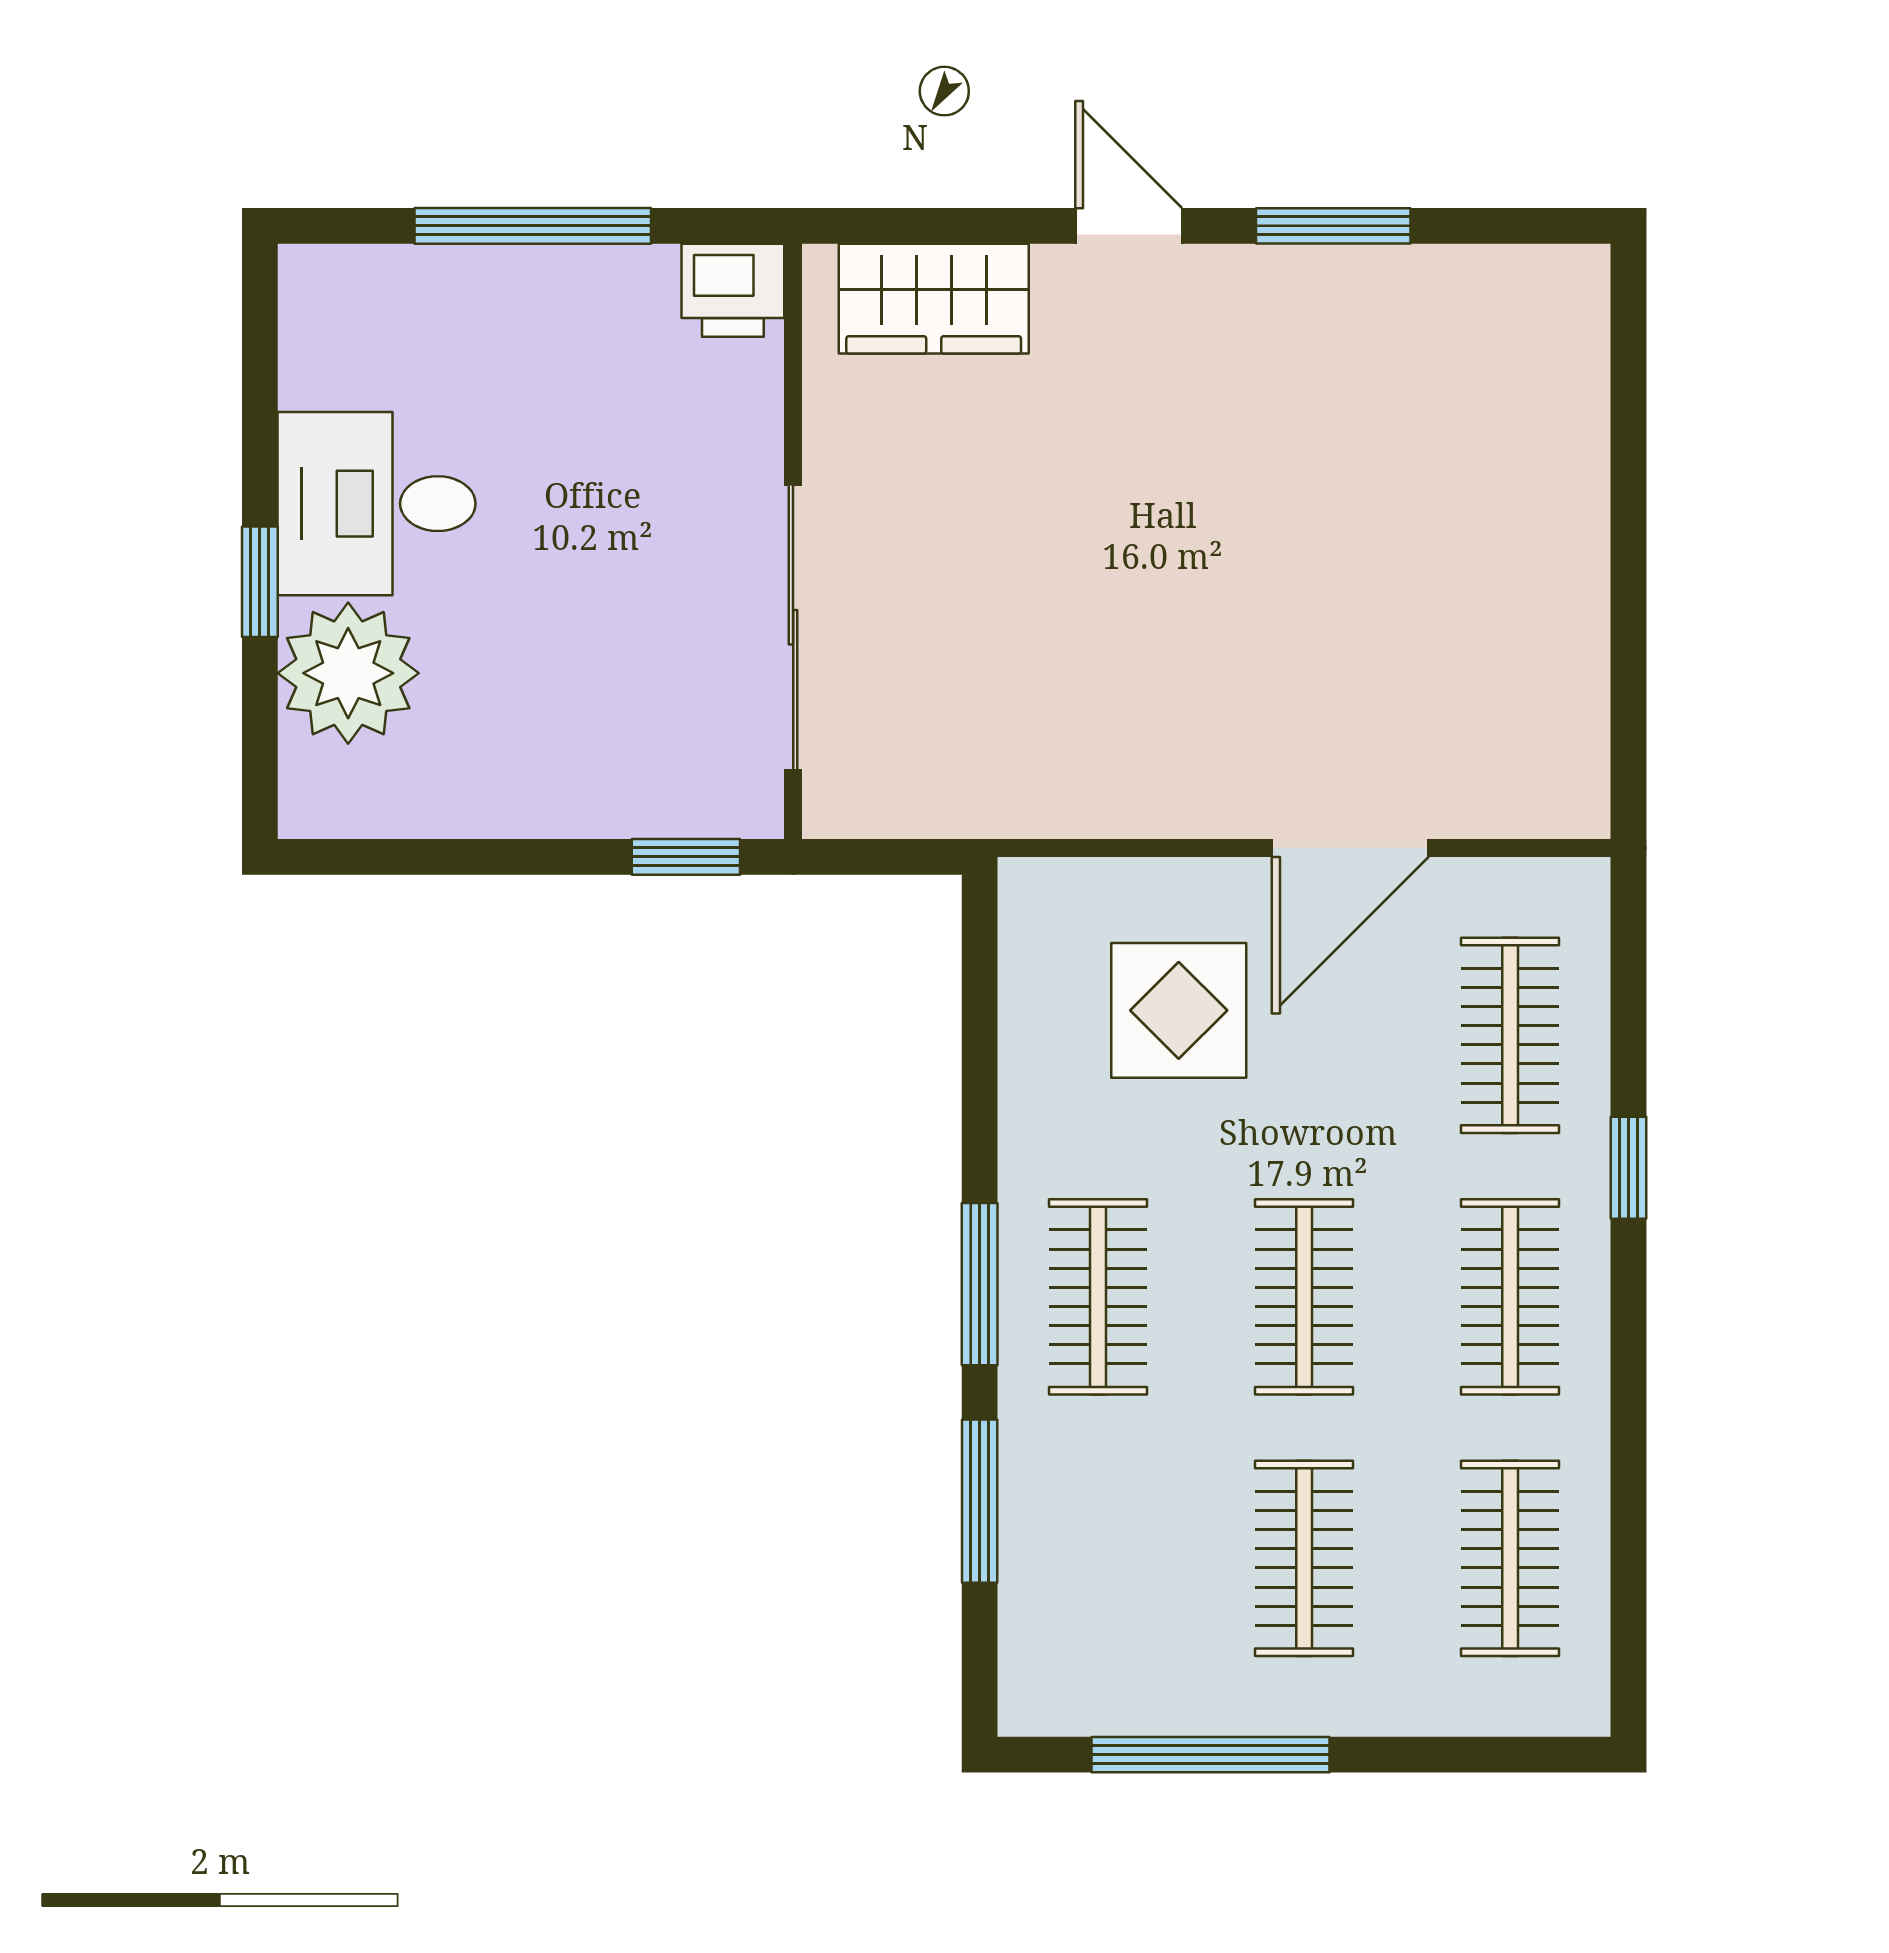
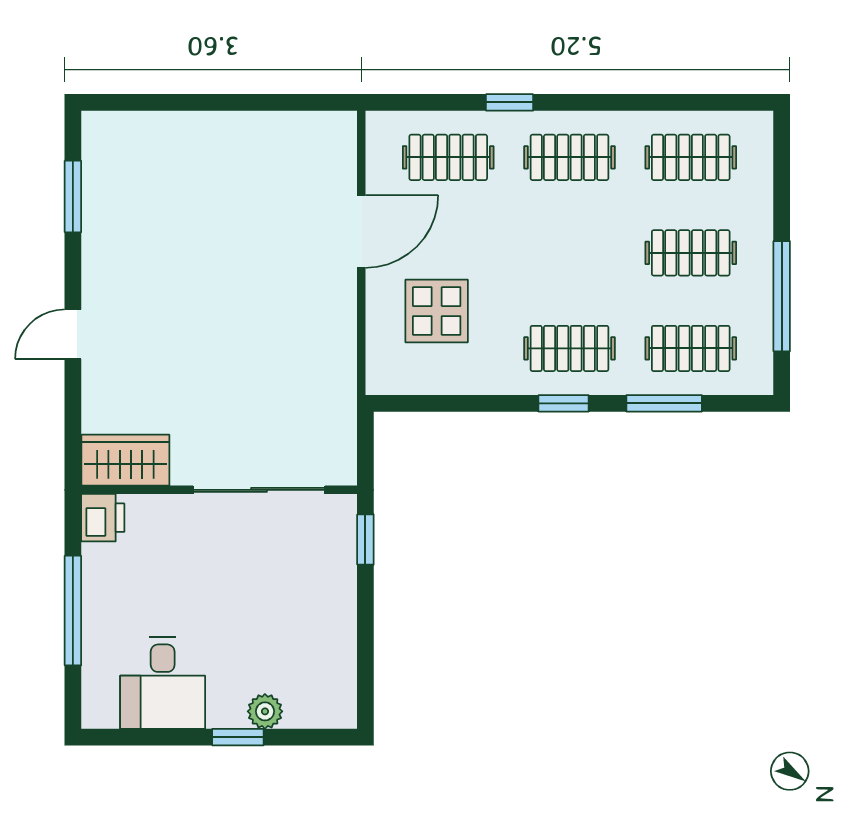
window: (1333, 226) -> (73, 196), moved
wardrobe: (934, 299) -> (125, 460), moved, turned -90
desk: (376, 504) -> (163, 683), moved
plant: (348, 673) -> (265, 711), width x0.53, depth x0.53
door: (1350, 848) -> (361, 232), hinge flipped
window: (980, 1284) -> (564, 403), width x0.67
clothes rail: (1304, 1297) -> (691, 348), moved

